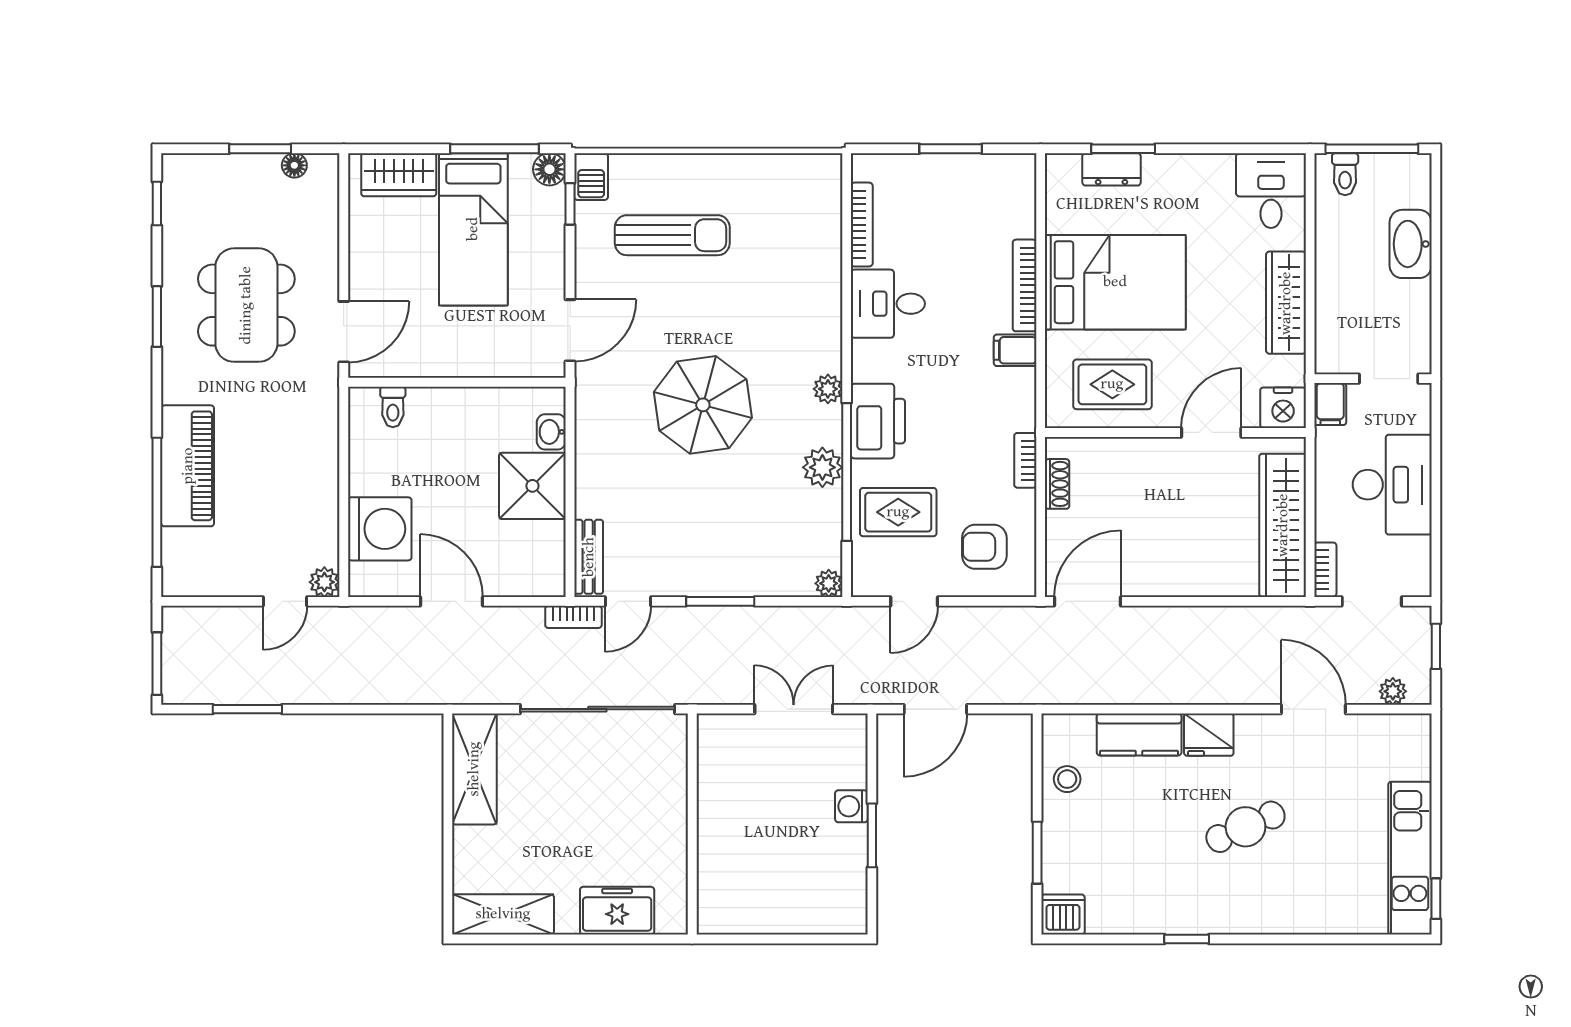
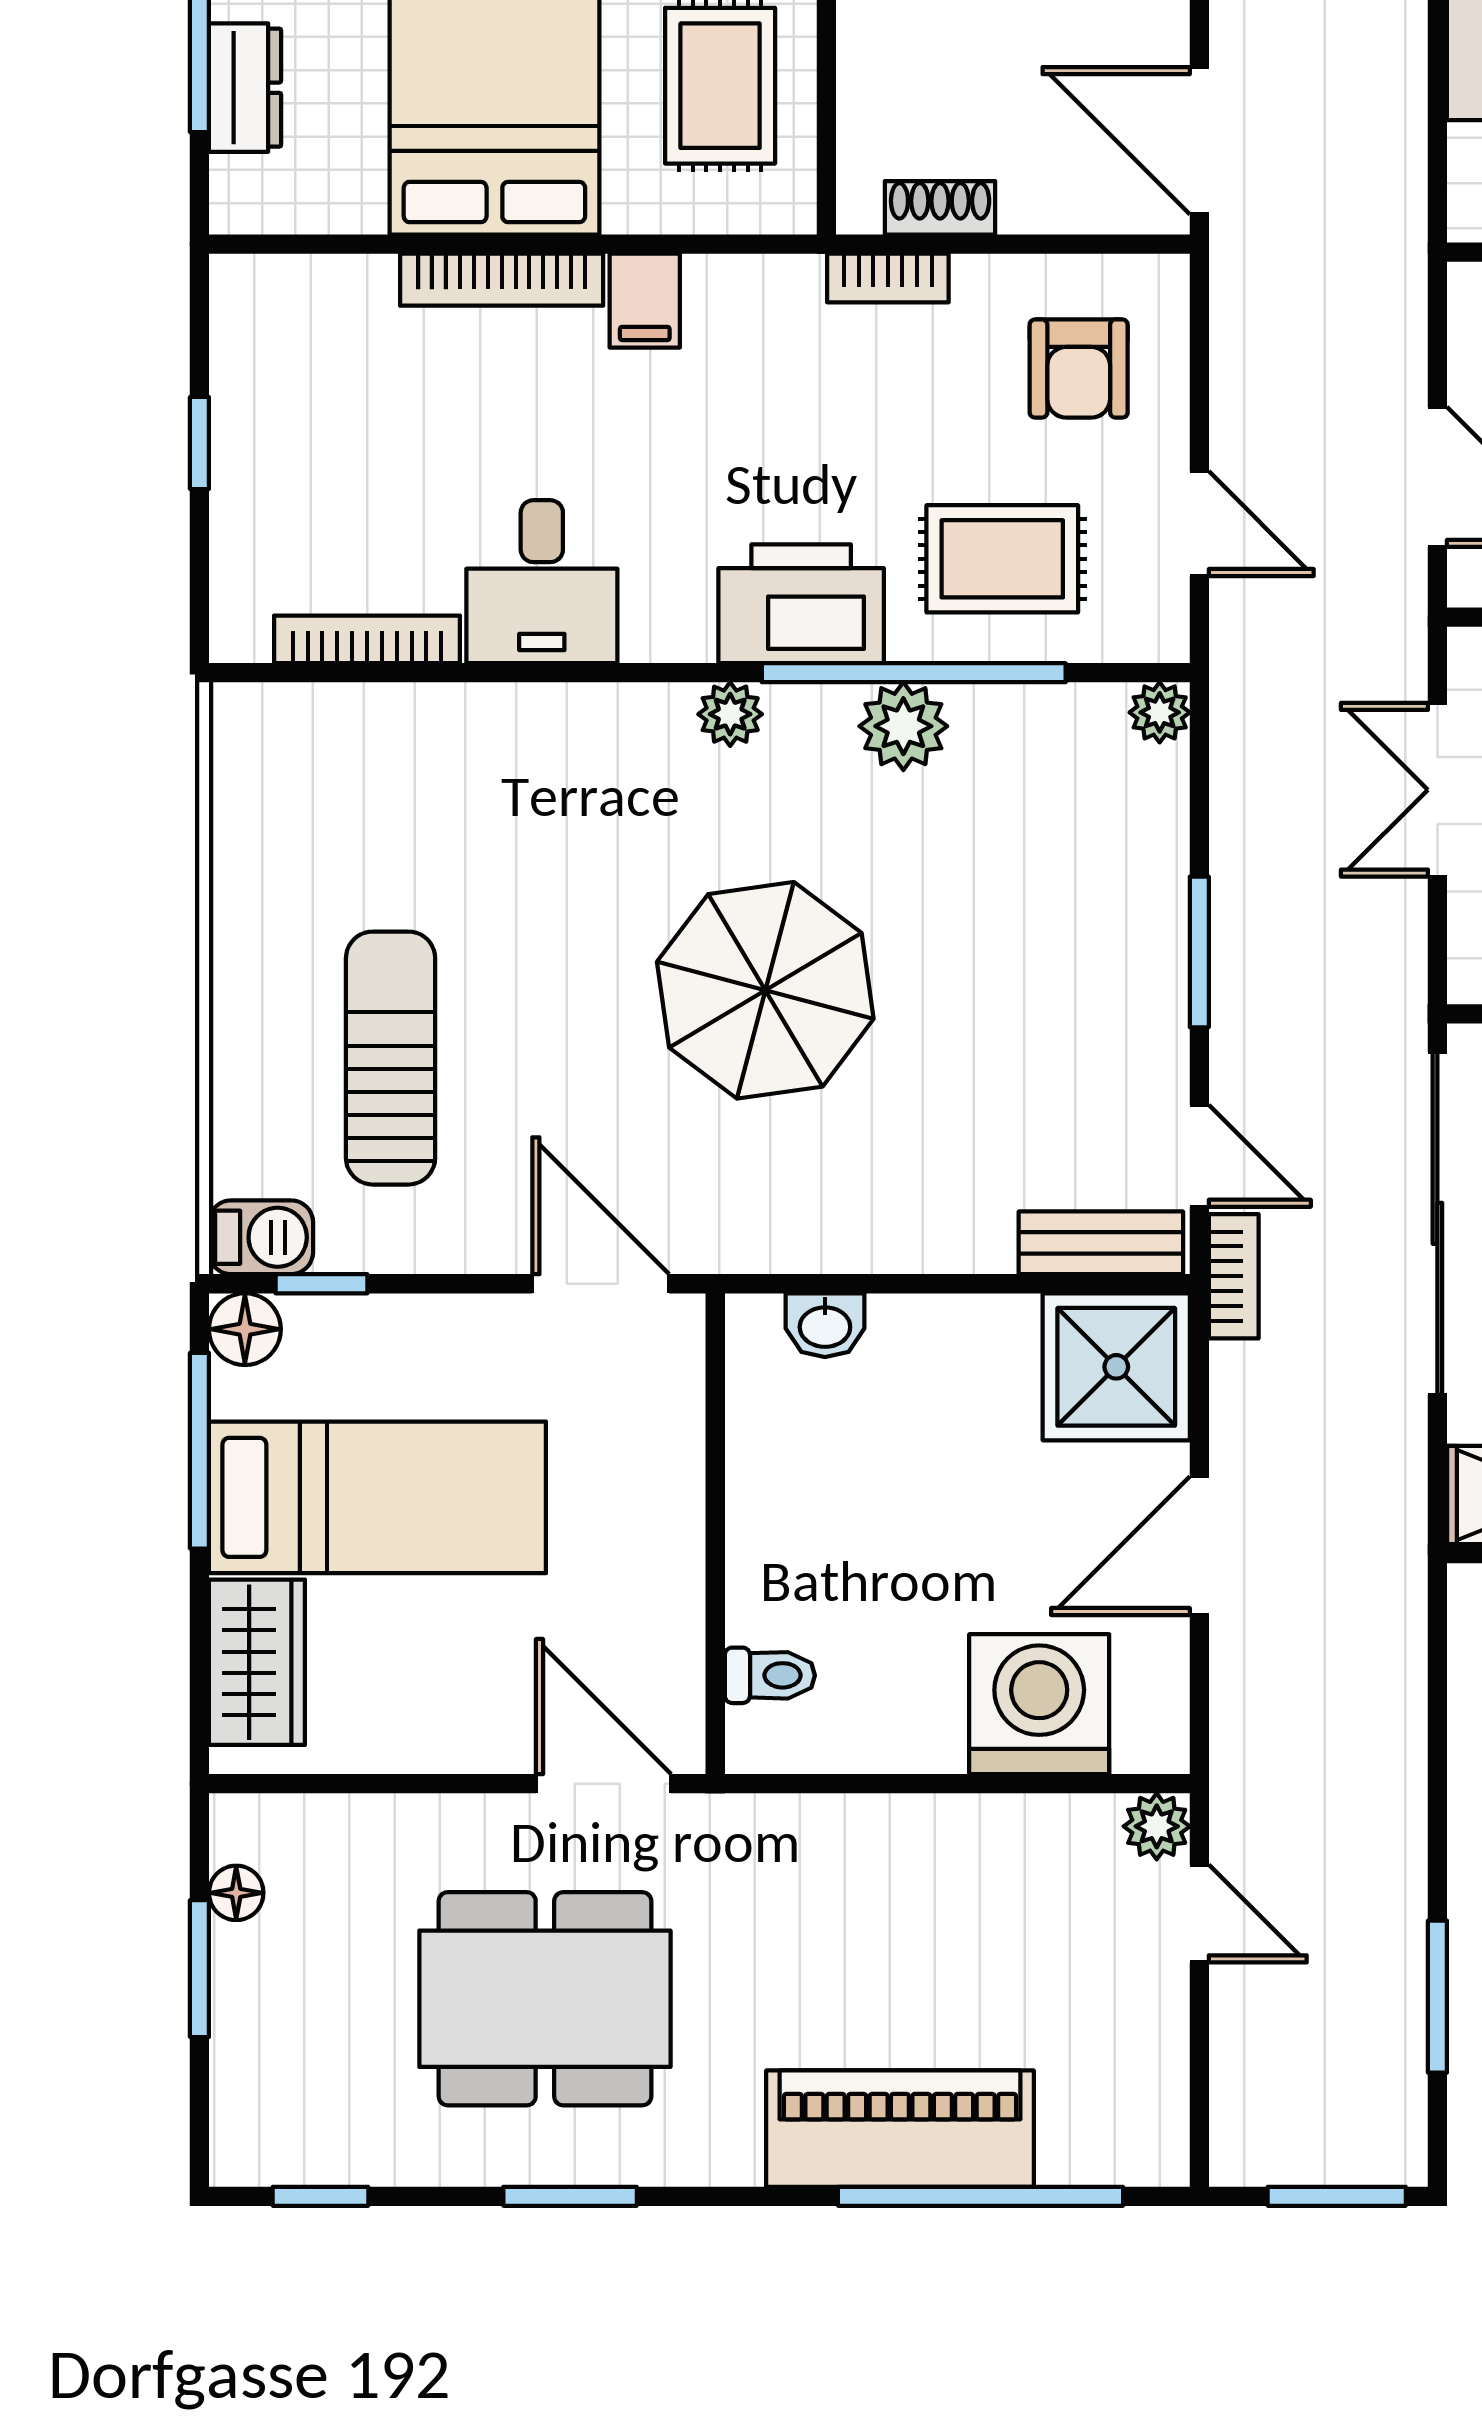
window: (951, 149) -> (199, 443), width x0.67
shower: (532, 486) -> (1116, 1367), moved
rug: (898, 512) -> (1002, 559), turned 90

